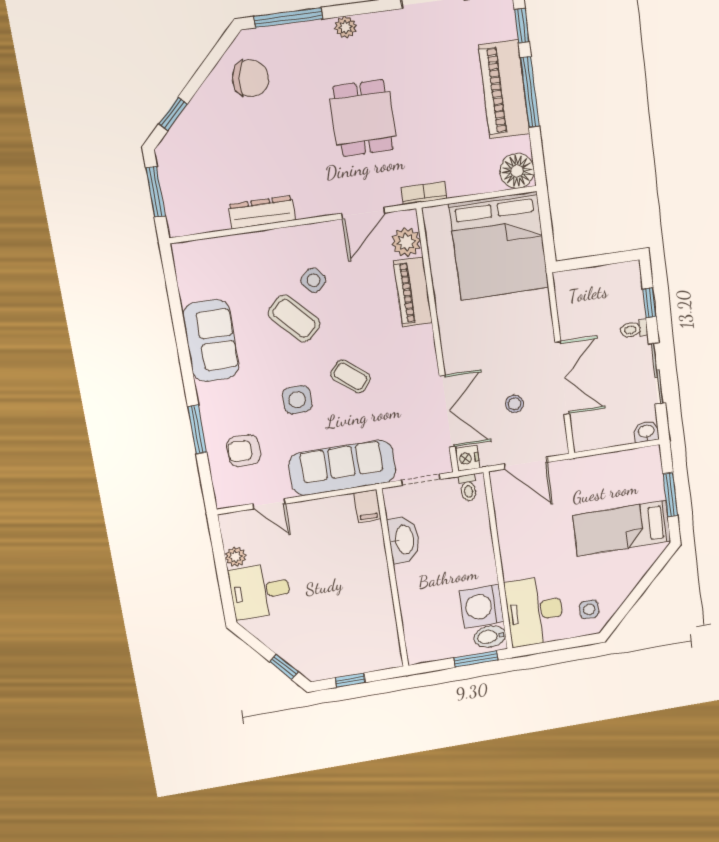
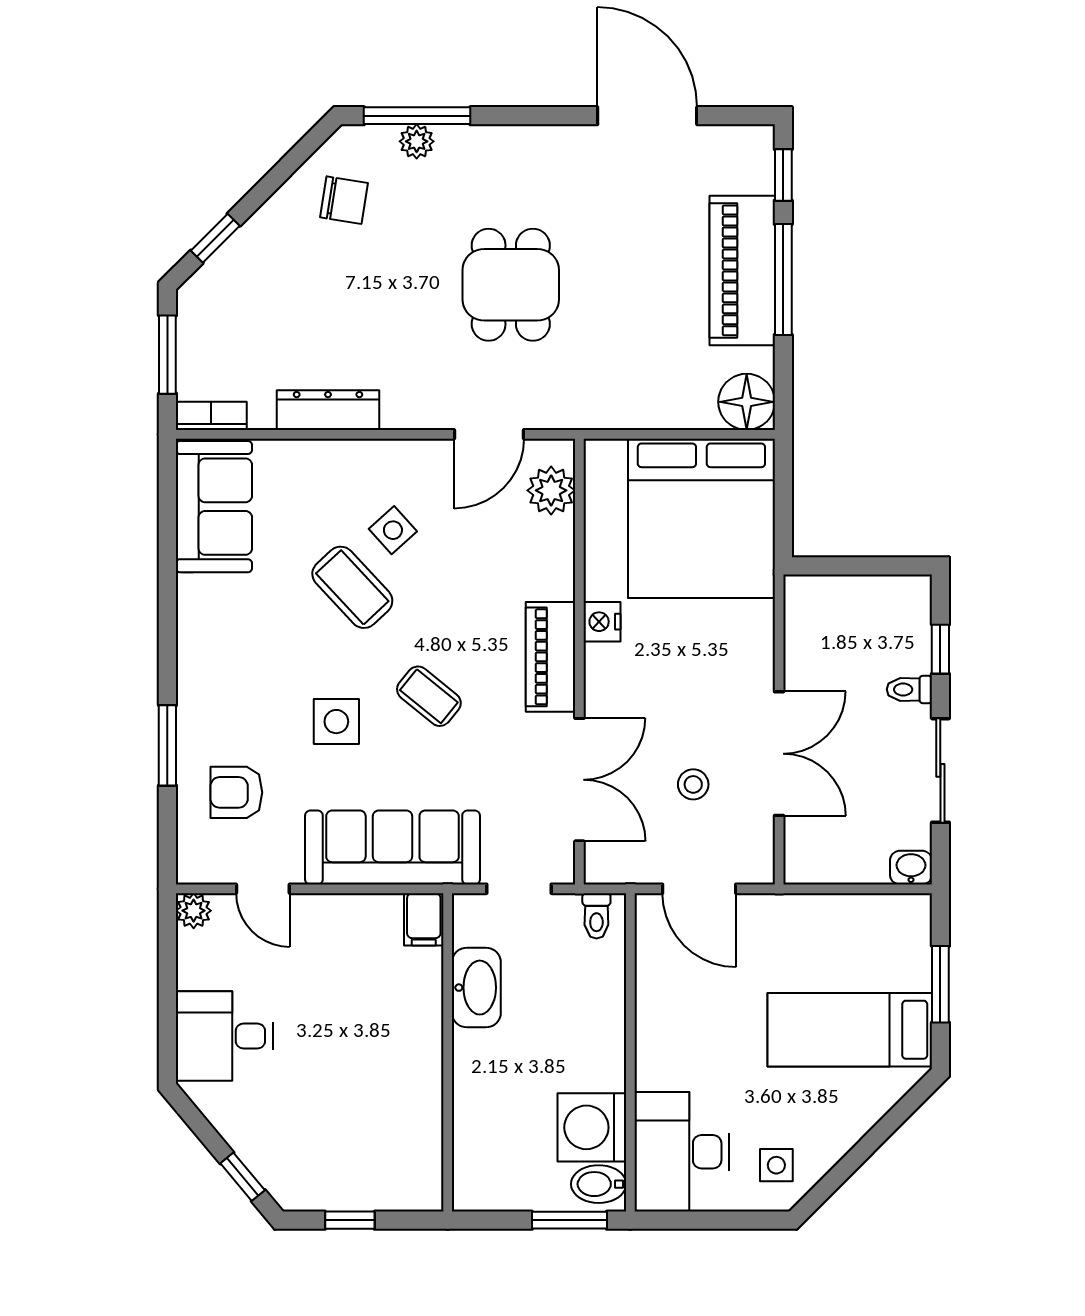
plant: (346, 27) -> (417, 141), moved
chair: (251, 78) -> (344, 200), width x0.73, depth x0.73
bookcase: (424, 193) -> (211, 416), moved
piano: (413, 292) -> (551, 657), moved
sofa: (211, 341) -> (214, 507), moved
nightstand: (467, 458) -> (602, 622), moved
plant: (236, 557) -> (194, 911), moved

